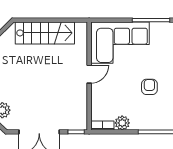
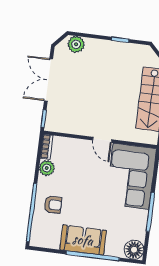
armchair: (149, 87) -> (53, 205), moved

